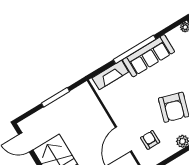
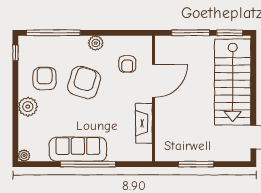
fireplace: (110, 75) -> (144, 123), moved, turned -90

